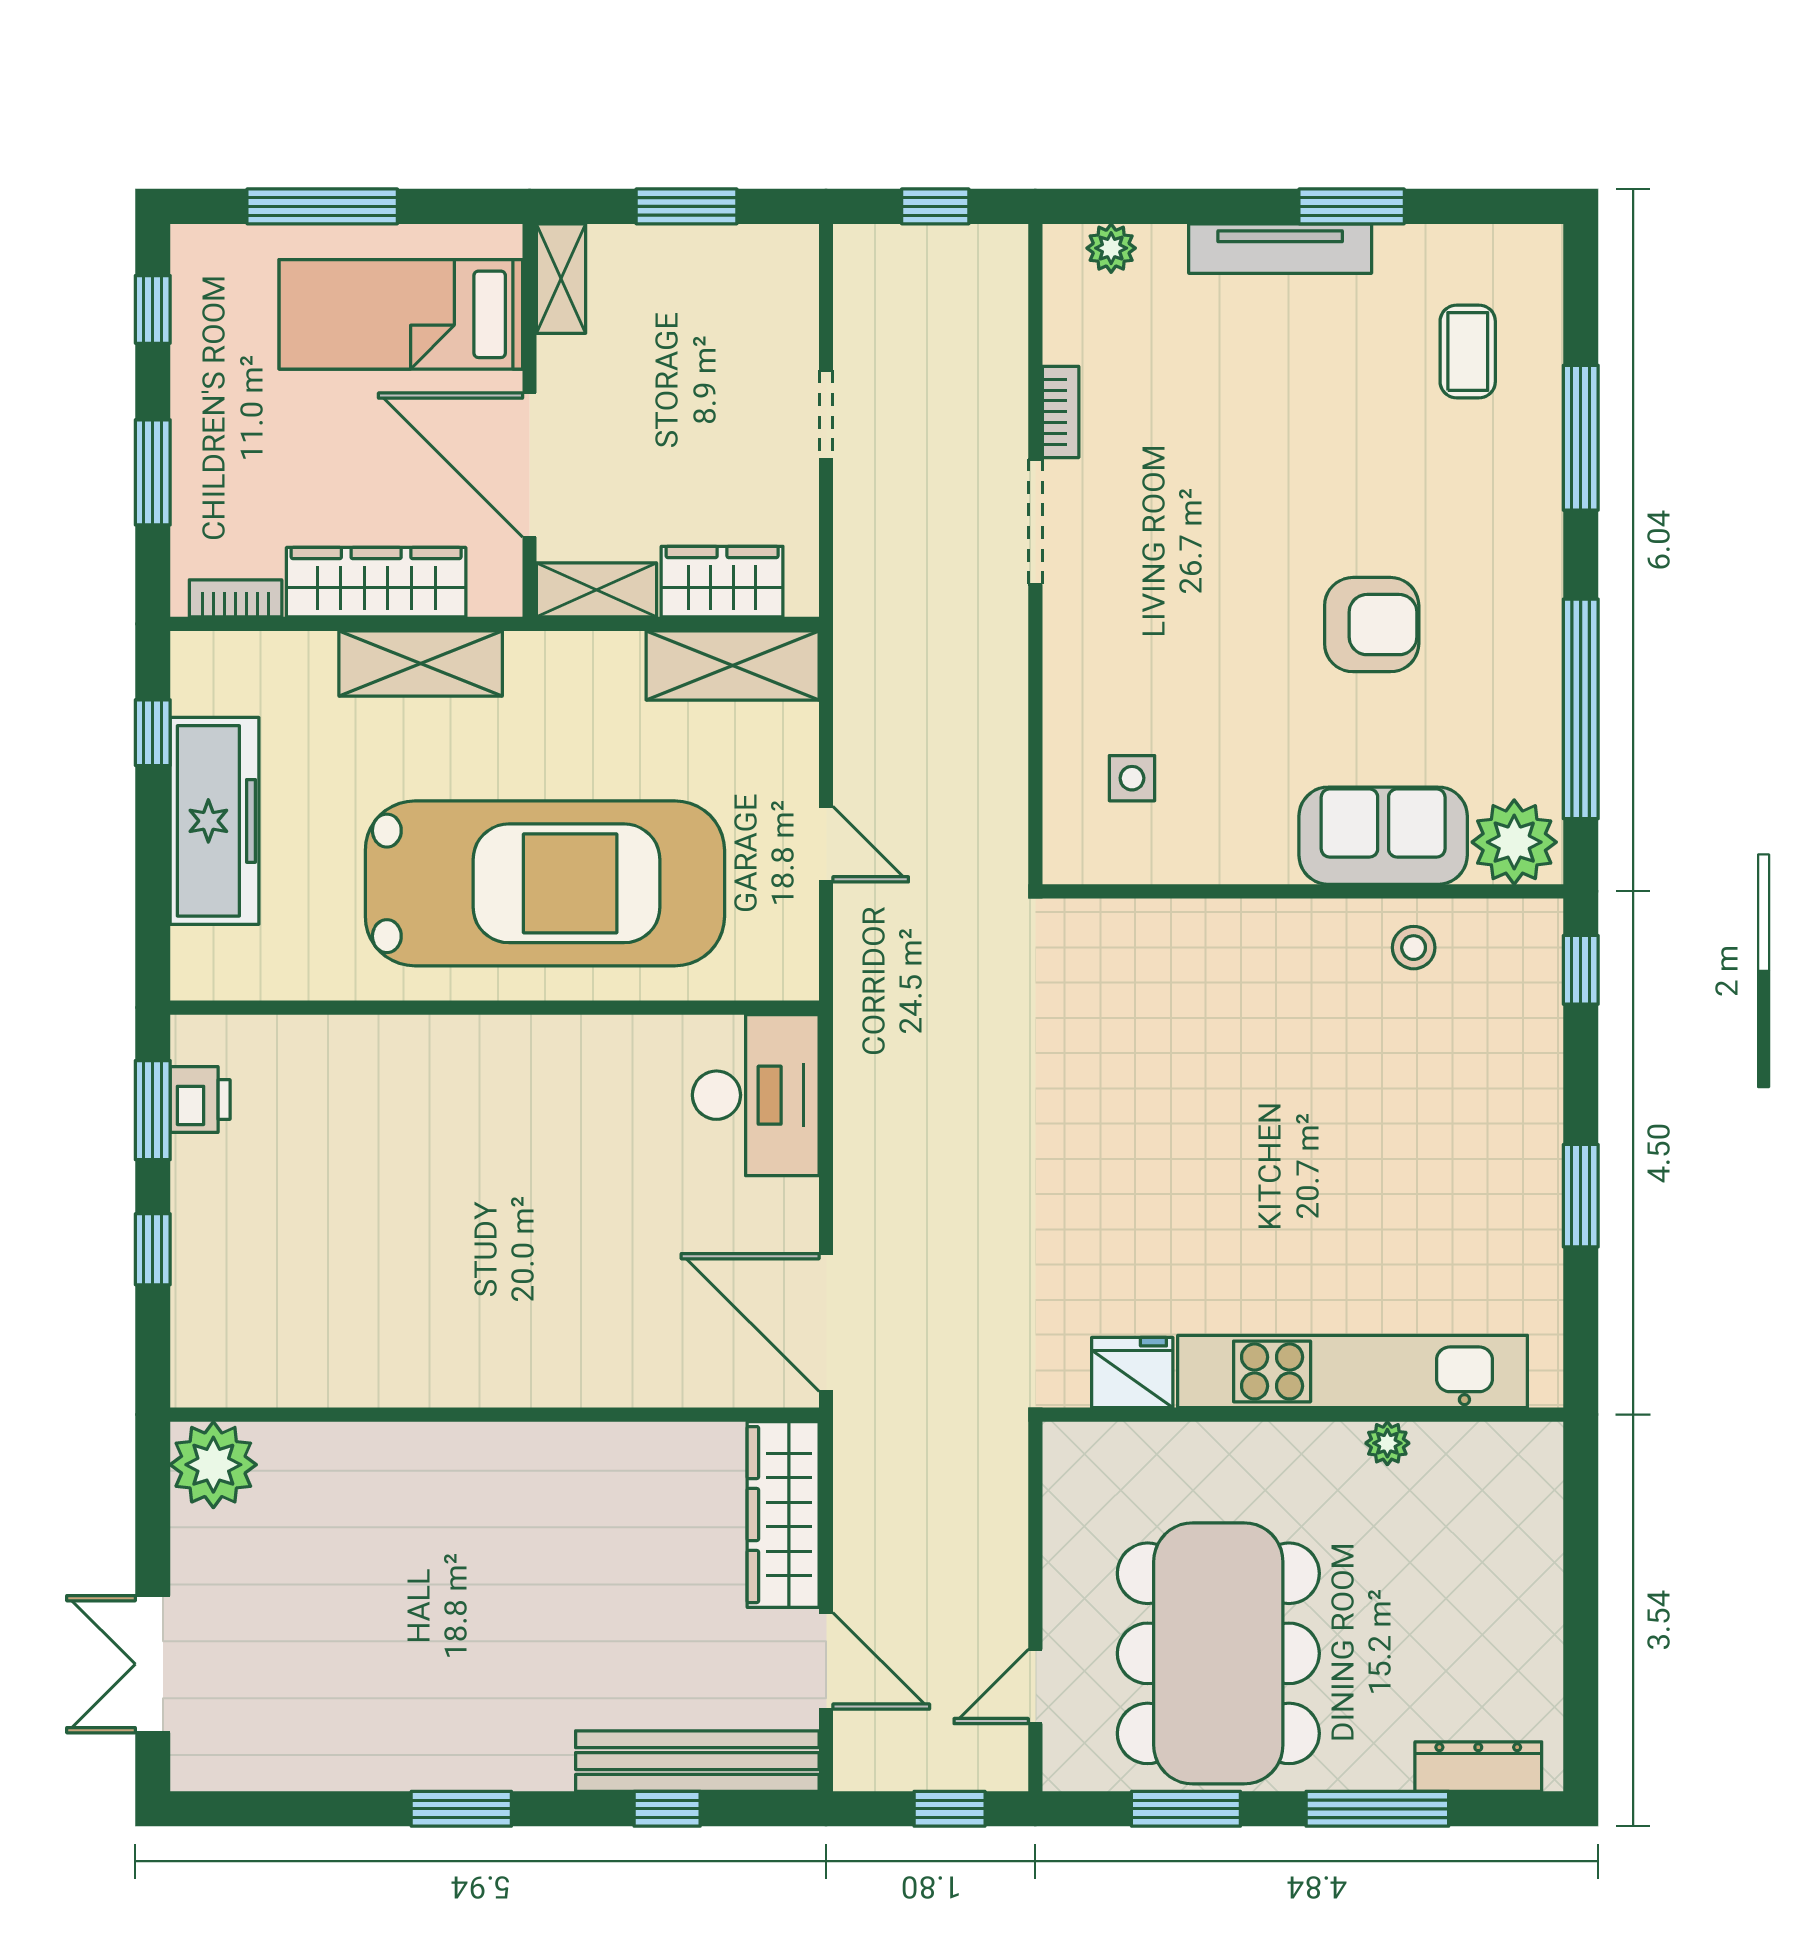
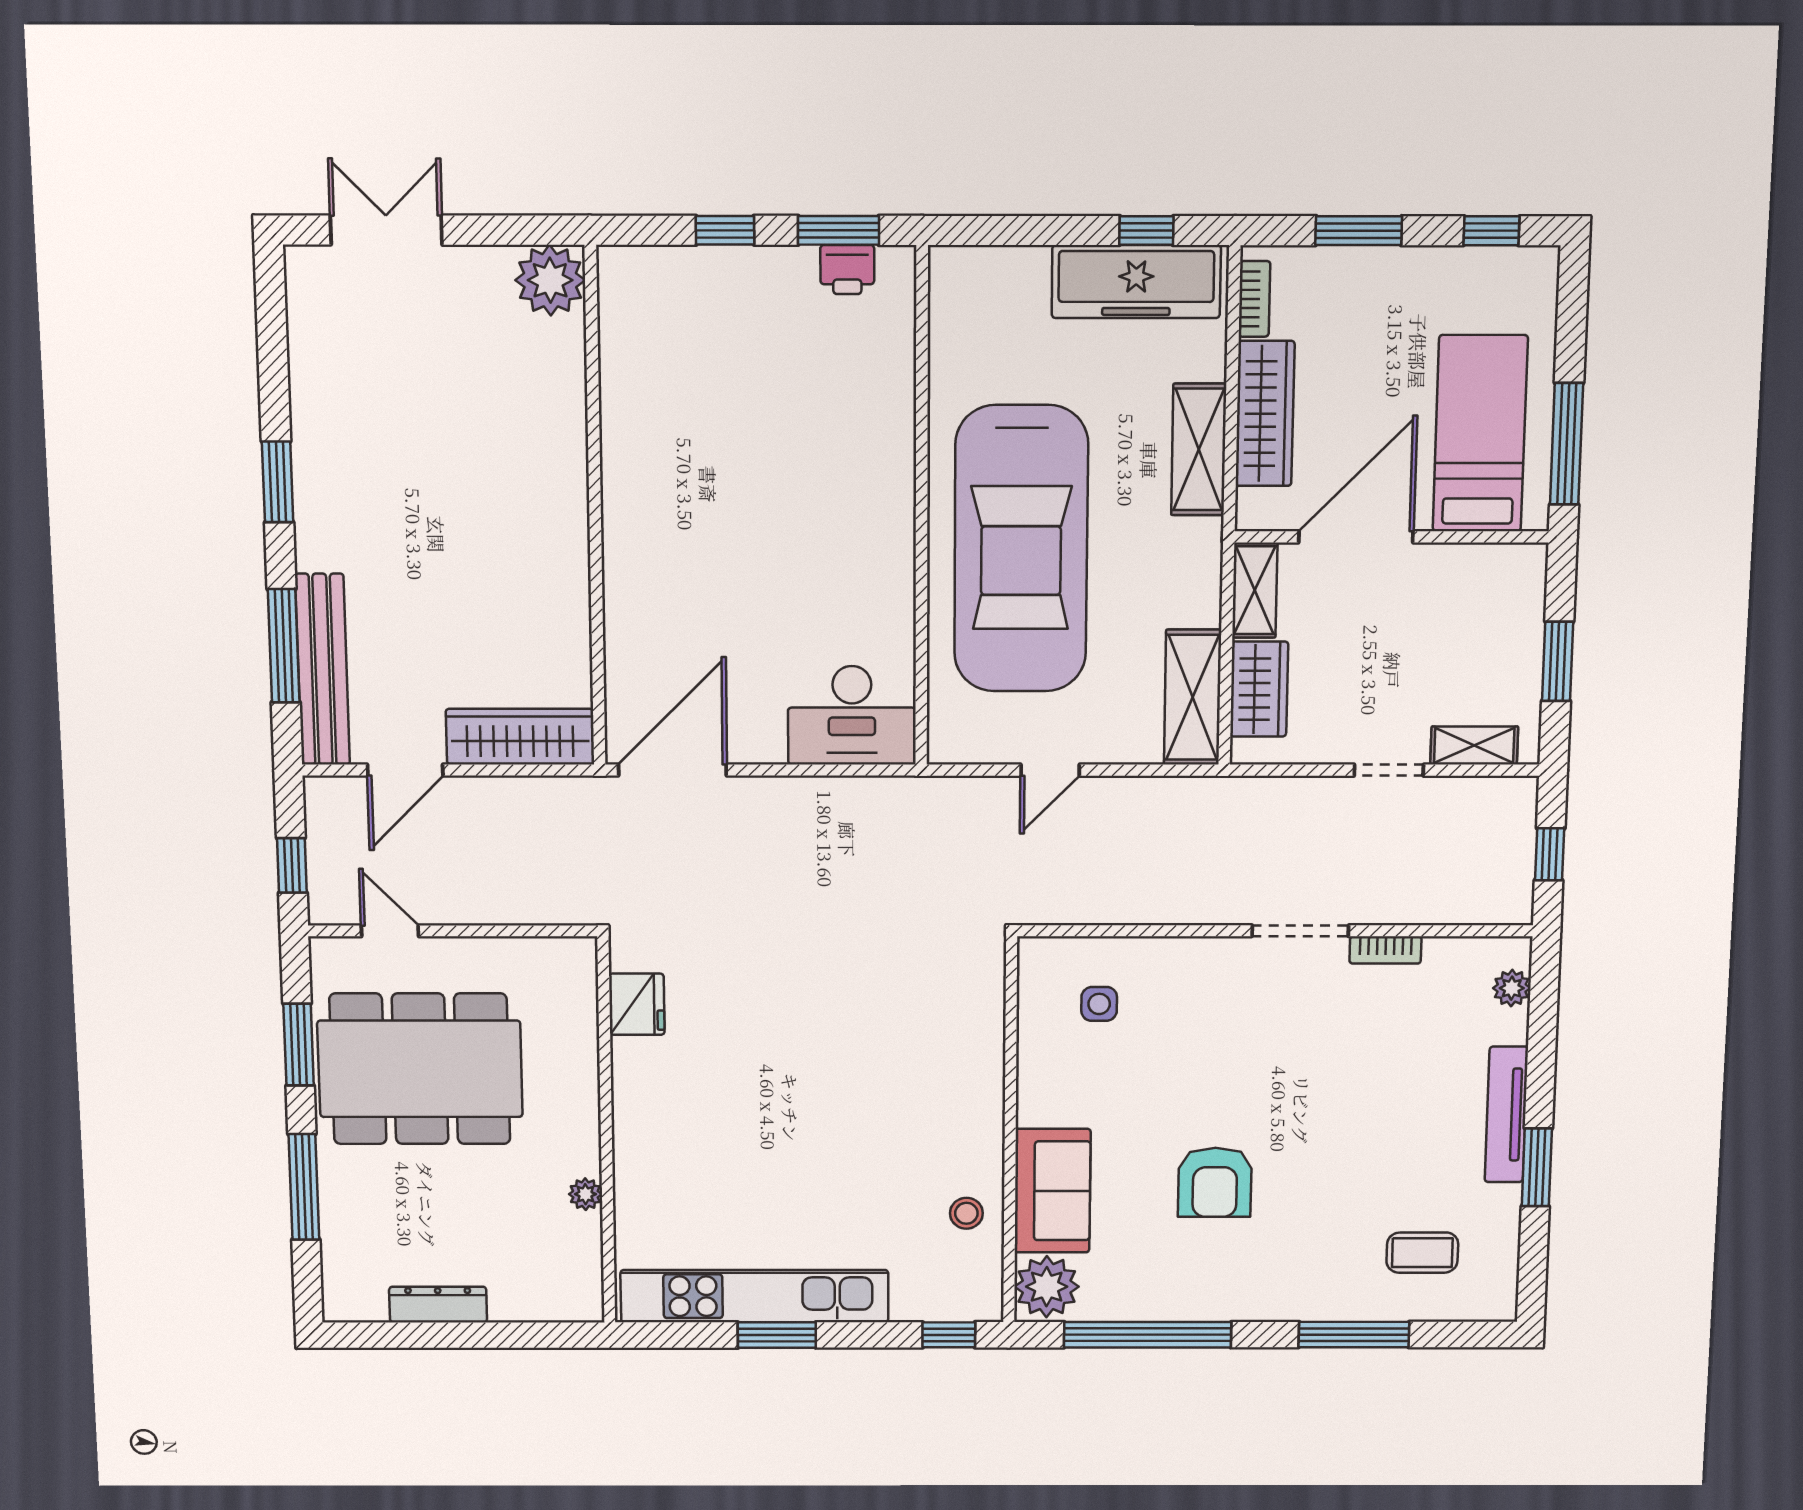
window: (322, 206) -> (1567, 444), moved
shelving: (561, 279) -> (1474, 746), moved
freezer: (215, 821) -> (1136, 282), moved
kitchen unit: (1353, 1371) -> (754, 1296), moved, turned -90
dresser: (1478, 1767) -> (438, 1305), moved, turned -90
window: (667, 1809) -> (284, 646), width x2.17

